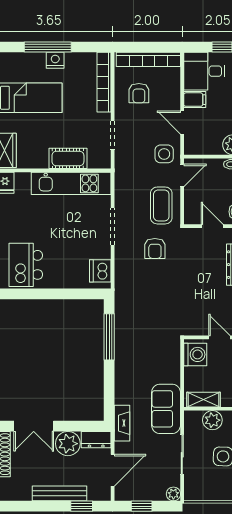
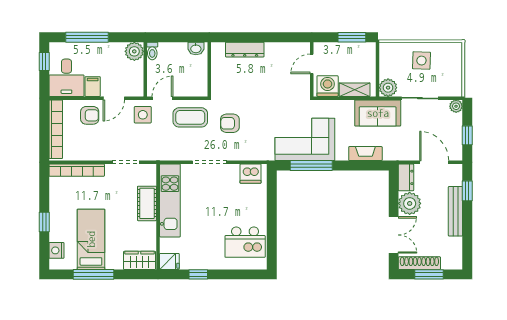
window: (48, 47) -> (44, 222), width x0.46
nightstand: (55, 60) -> (56, 250), moved
armchair: (139, 93) -> (90, 115), moved
door: (182, 175) -> (163, 98), hinge flipped
door: (212, 226) -> (209, 71), removed
armchair: (155, 248) -> (230, 123), turned 180
corner sofa: (137, 330) -> (305, 139), added
shelving: (203, 400) -> (355, 90), moved, turned 90
plant: (212, 420) -> (388, 88), moved
fireplace: (122, 423) -> (365, 154), moved

